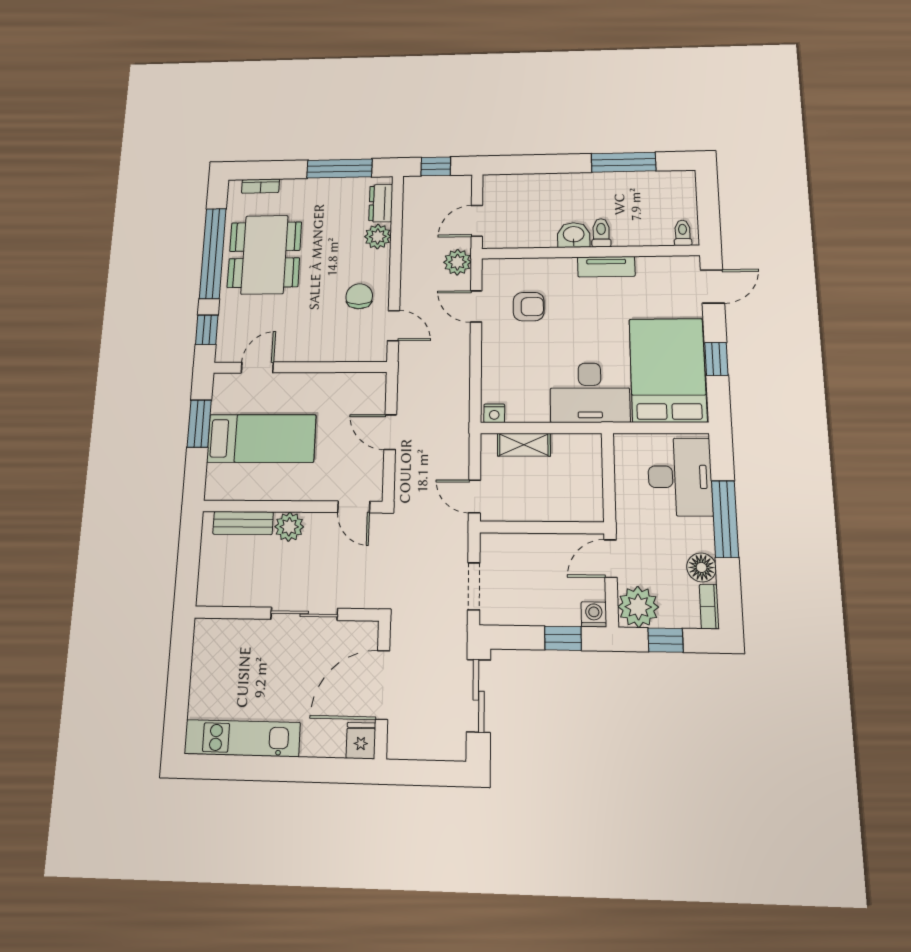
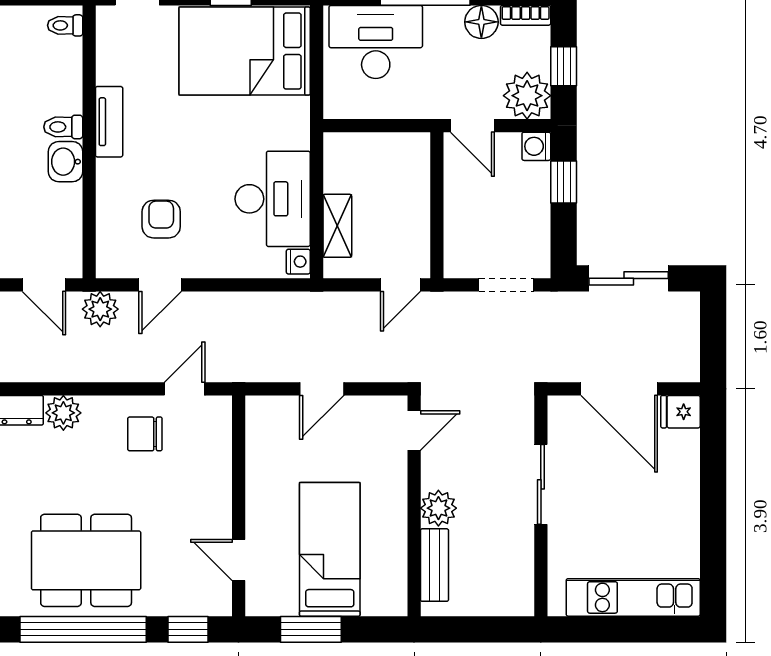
desk: (590, 393) -> (273, 199), moved
kitchen unit: (242, 738) -> (633, 597), moved, turned 90

